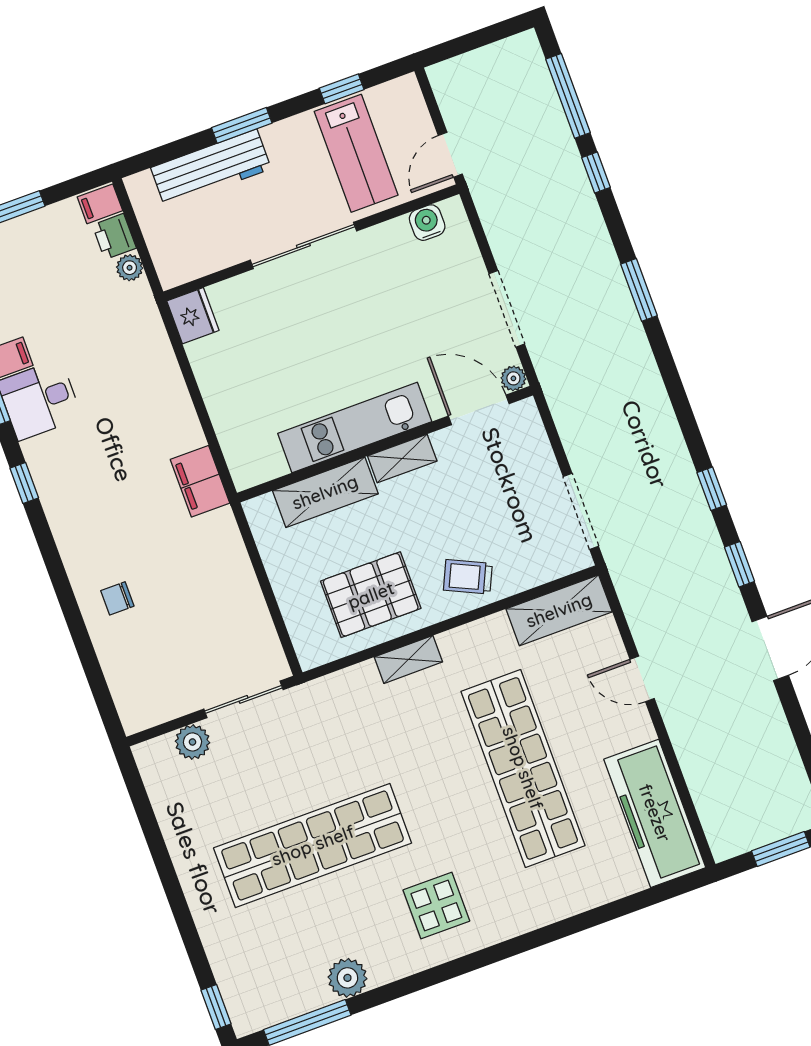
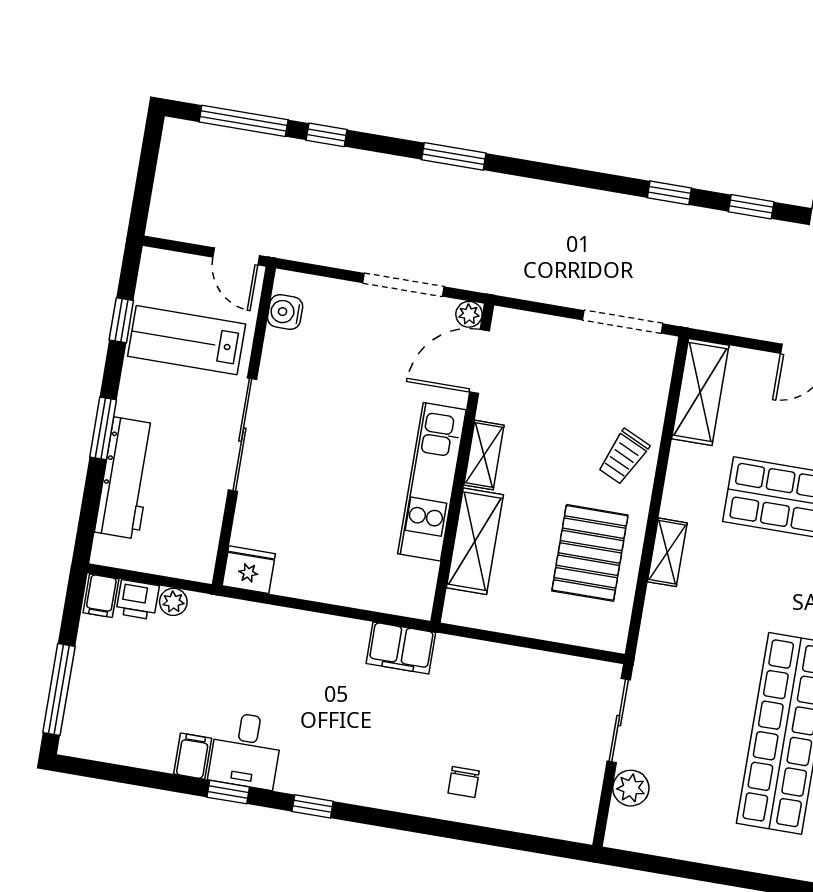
lab bench: (356, 153) -> (187, 340), turned 180

